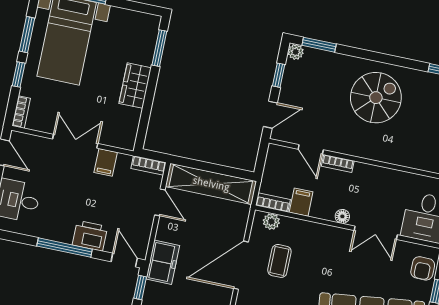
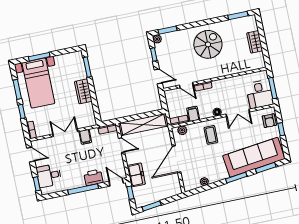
door: (270, 115) -> (158, 76), hinge flipped
coffee table: (279, 261) -> (211, 135), moved

